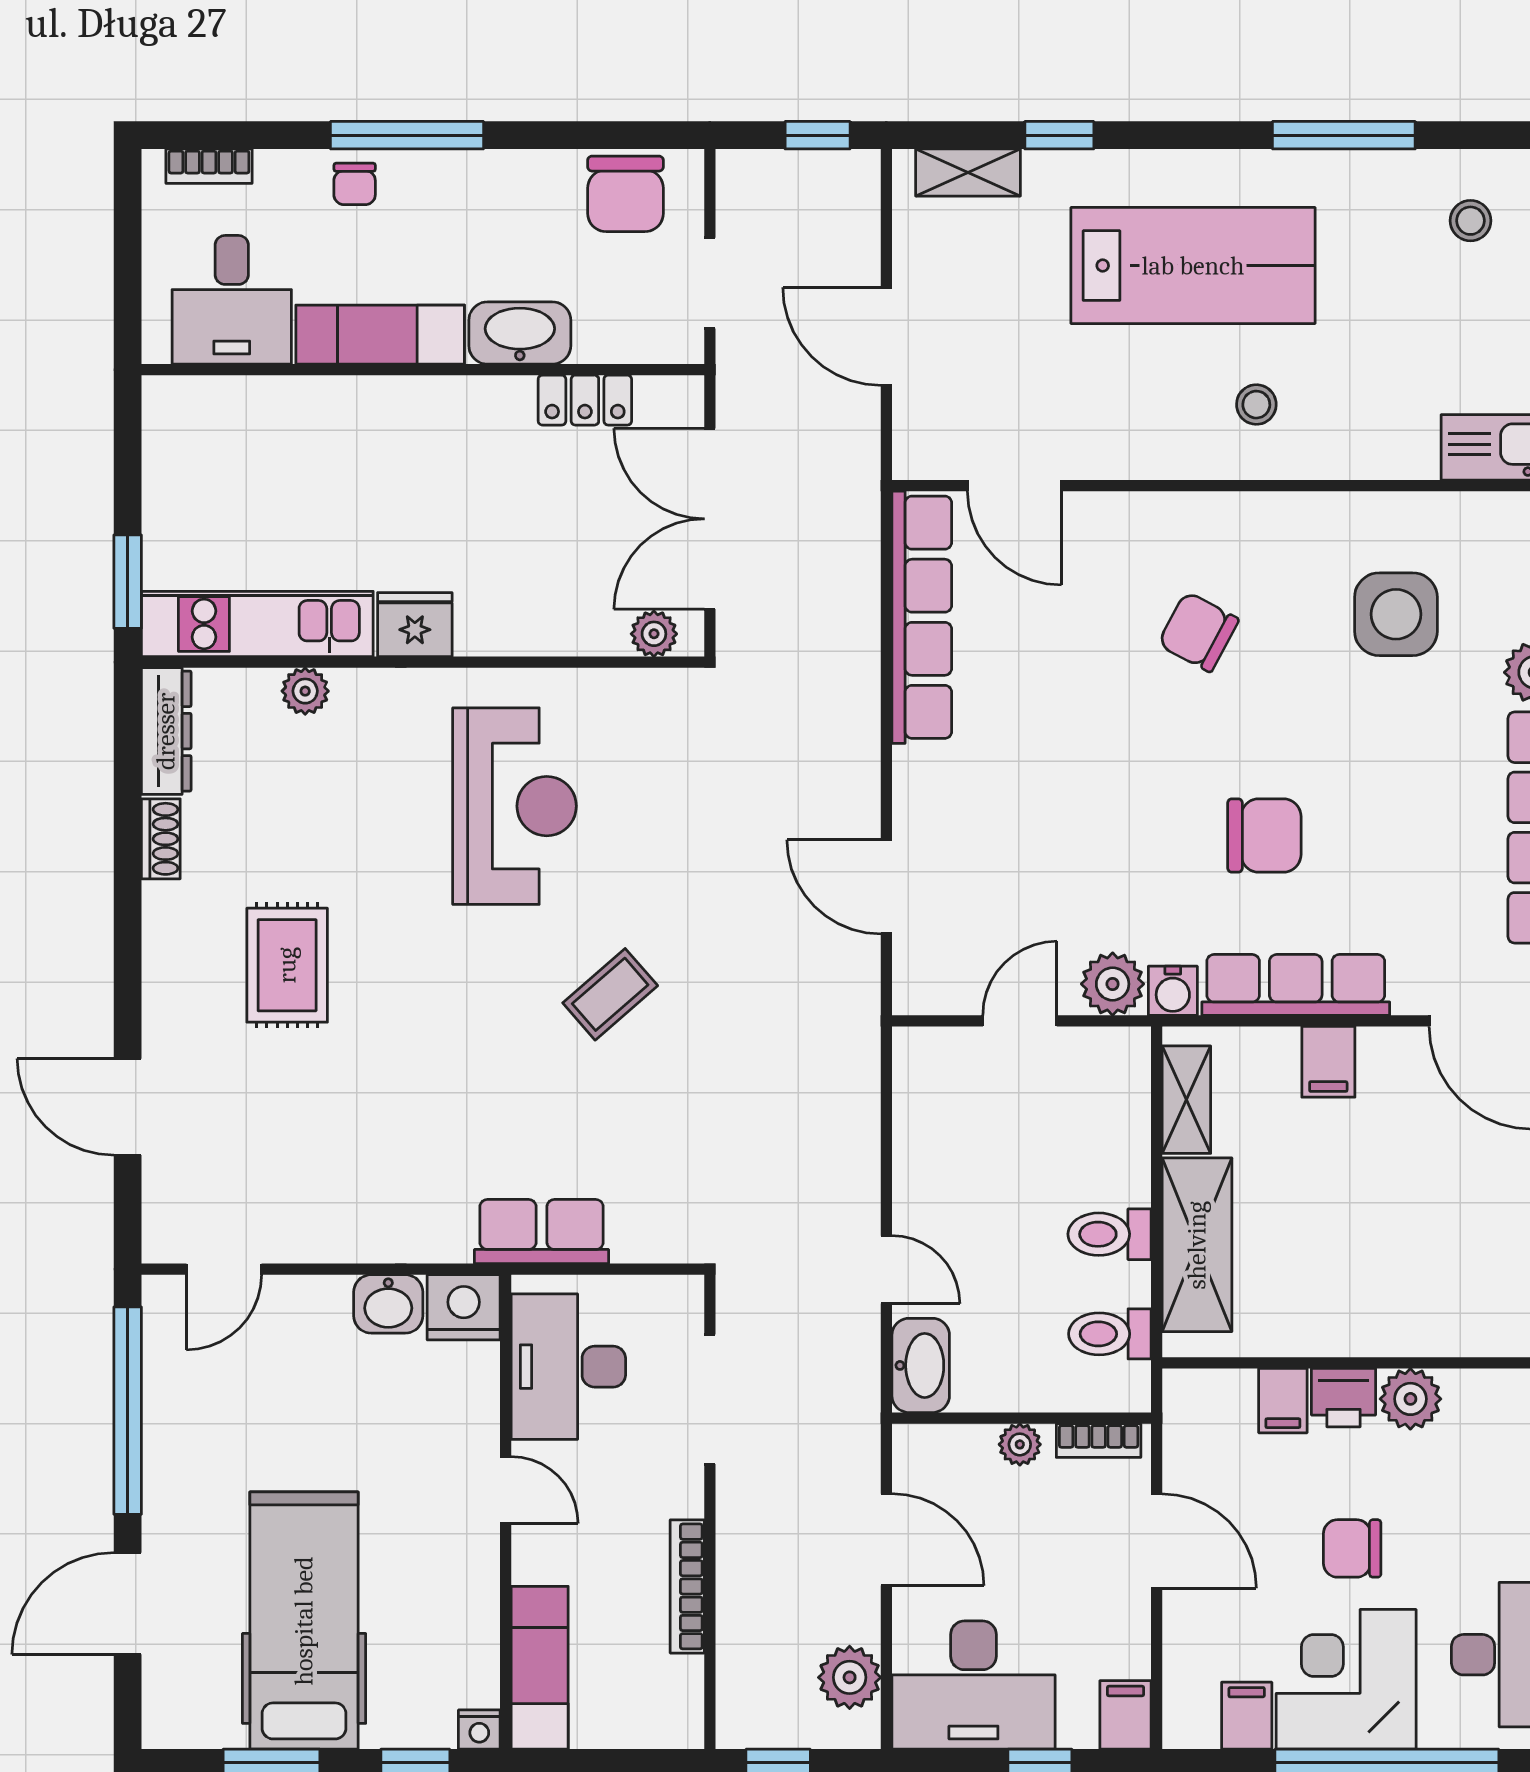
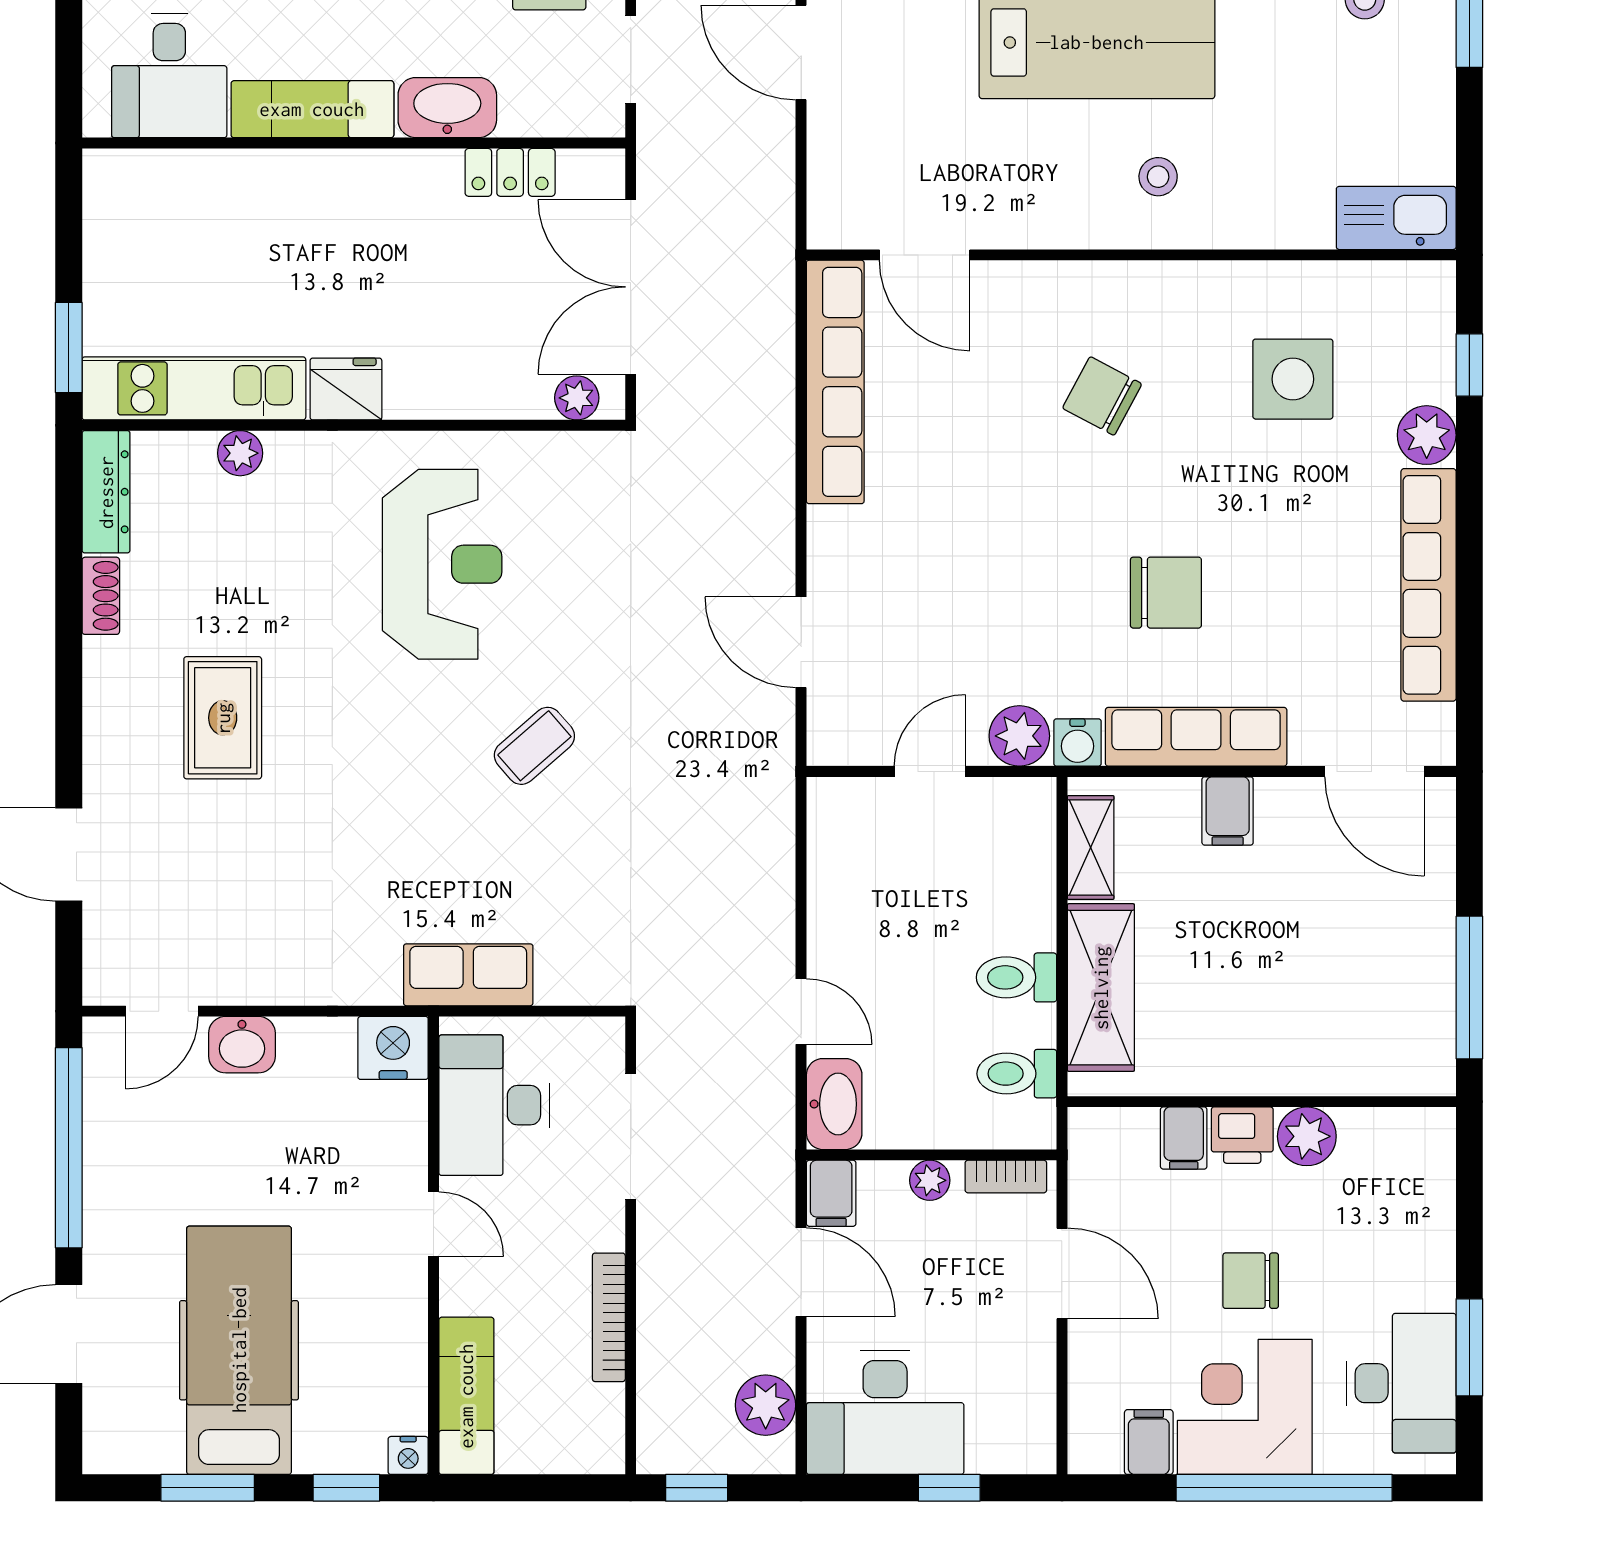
door: (886, 336) -> (801, 52), moved
washbasin: (388, 1304) -> (242, 1045), moved
filing cabinet: (1126, 1715) -> (831, 1193), moved, turned 180

